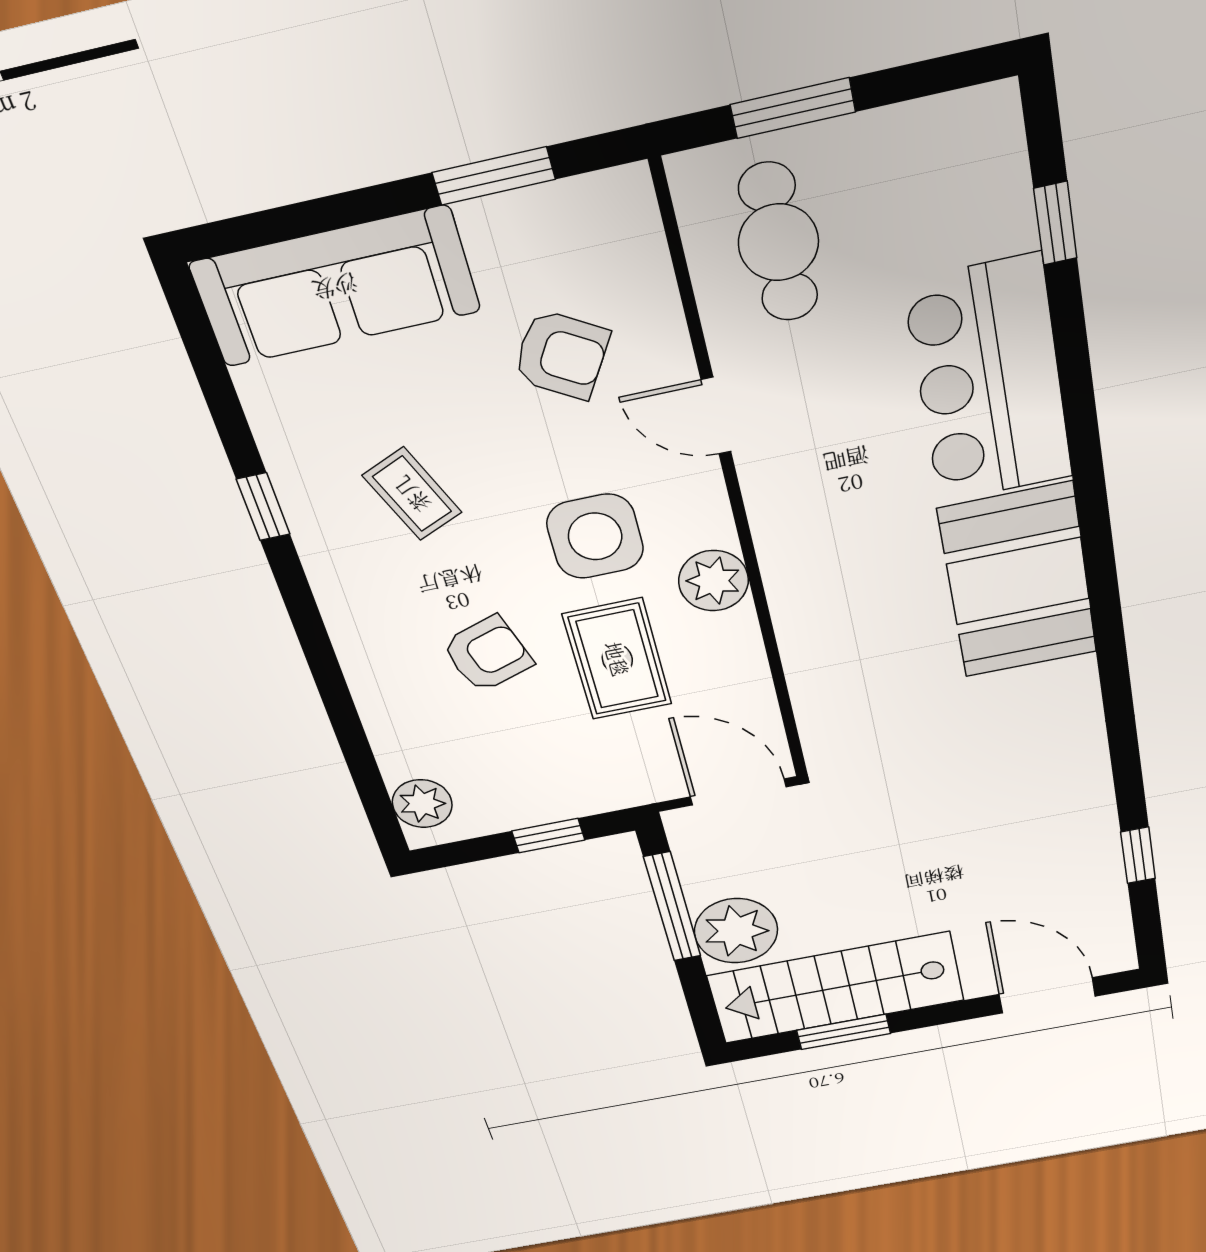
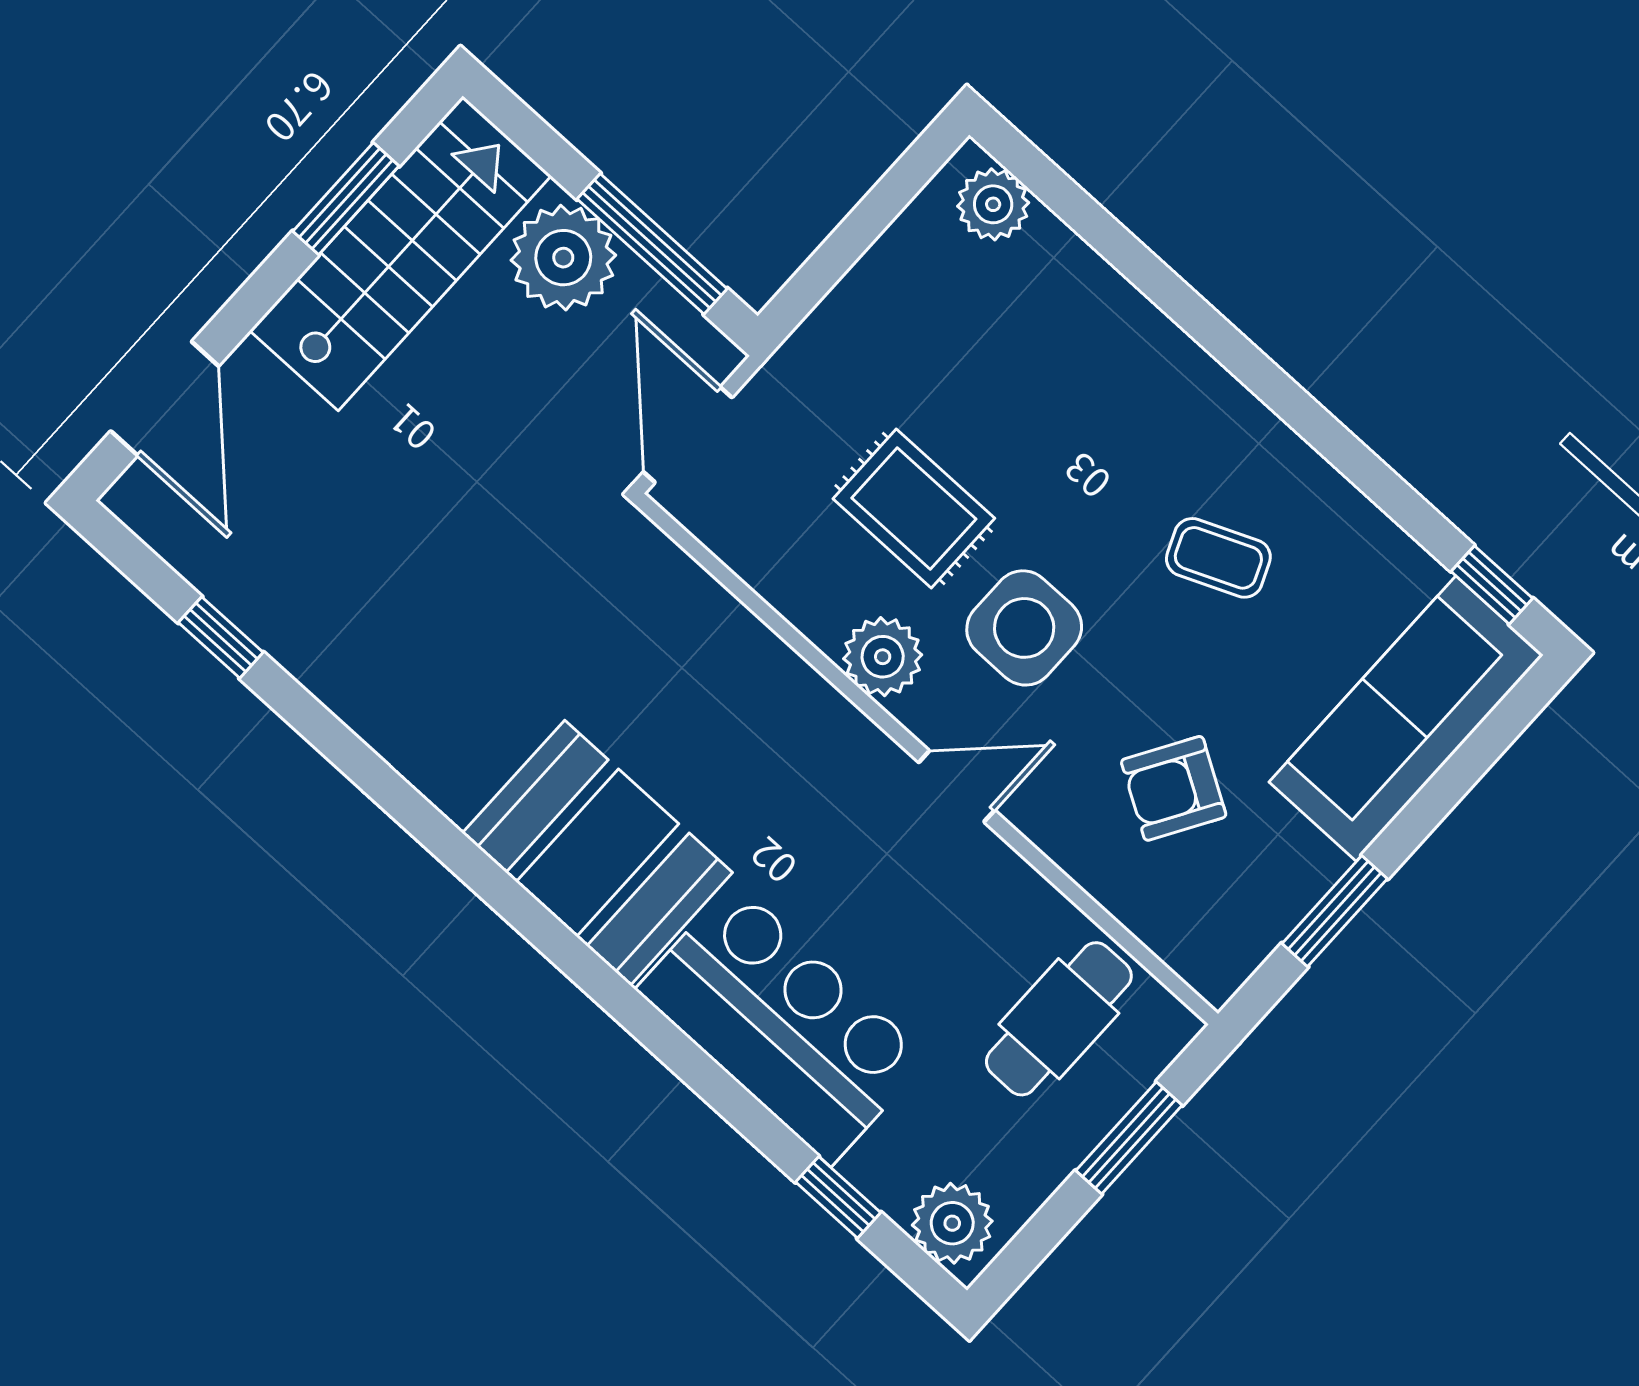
plant: (986, 140) -> (952, 1223), added
cafe table: (778, 242) -> (1059, 1019), turned 90
door: (716, 416) -> (957, 786), moved
window: (263, 507) -> (1492, 585), moved
armchair: (487, 654) -> (1041, 429), removed
door: (738, 792) -> (688, 435), swing flipped
window: (548, 836) -> (841, 250), removed
door: (1047, 995) -> (165, 399), hinge flipped

